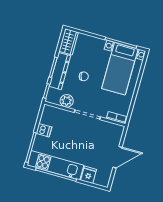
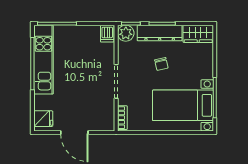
plant: (67, 101) -> (126, 33), moved
dishwasher: (44, 130) -> (107, 34), moved
fridge: (89, 175) -> (43, 119), moved

